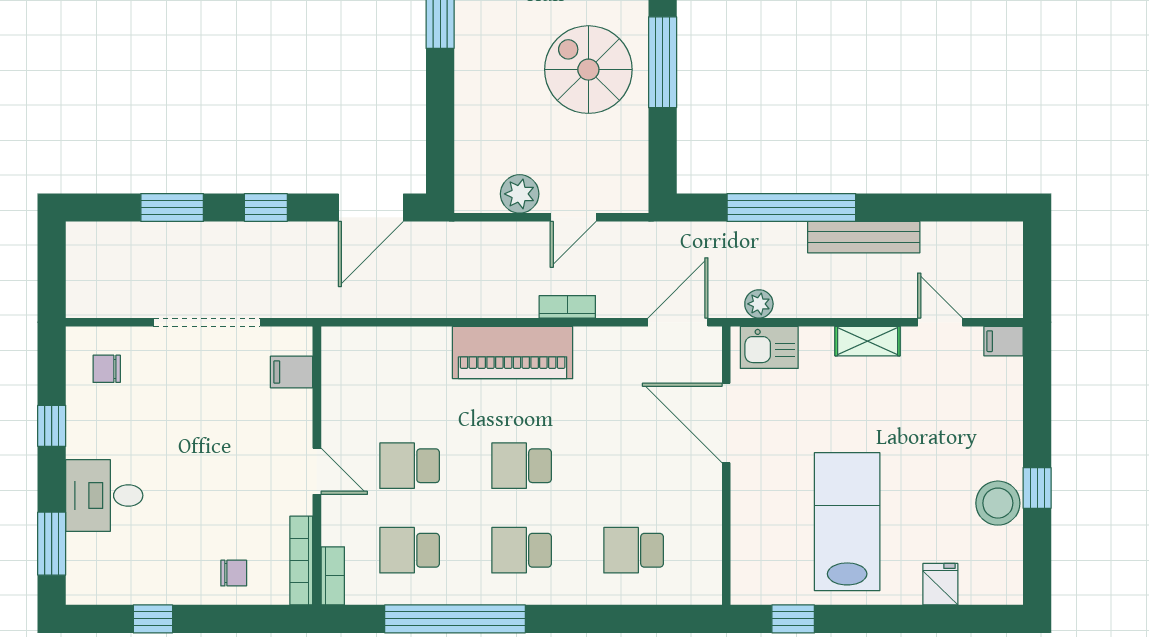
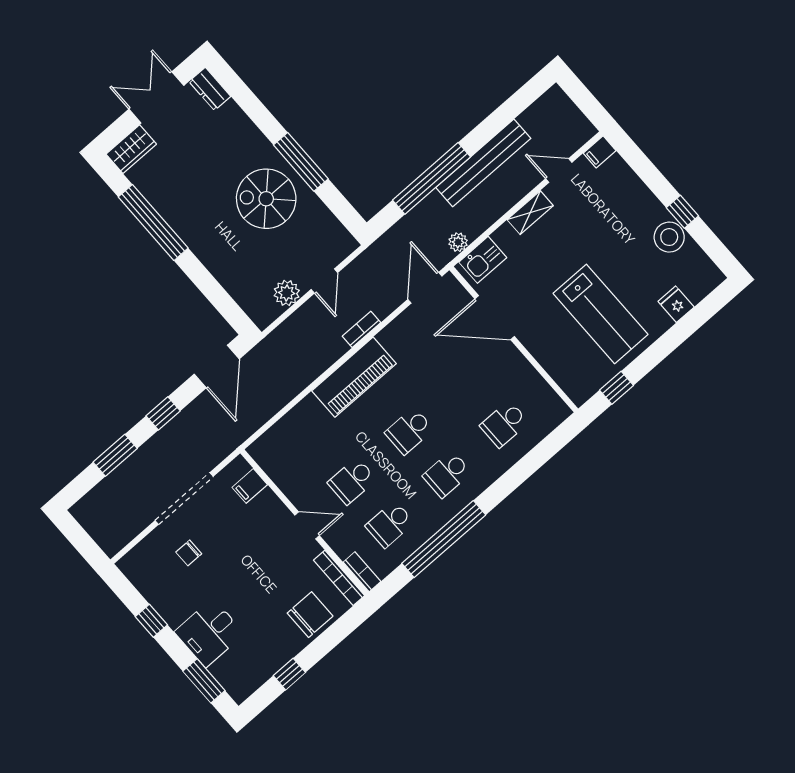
bench: (864, 237) -> (483, 163), width x1.37, depth x1.21
chair: (107, 369) -> (189, 553), moved
lab bench: (847, 522) -> (600, 314), turned 180
chair: (234, 573) -> (310, 615), width x1.87, depth x1.87

